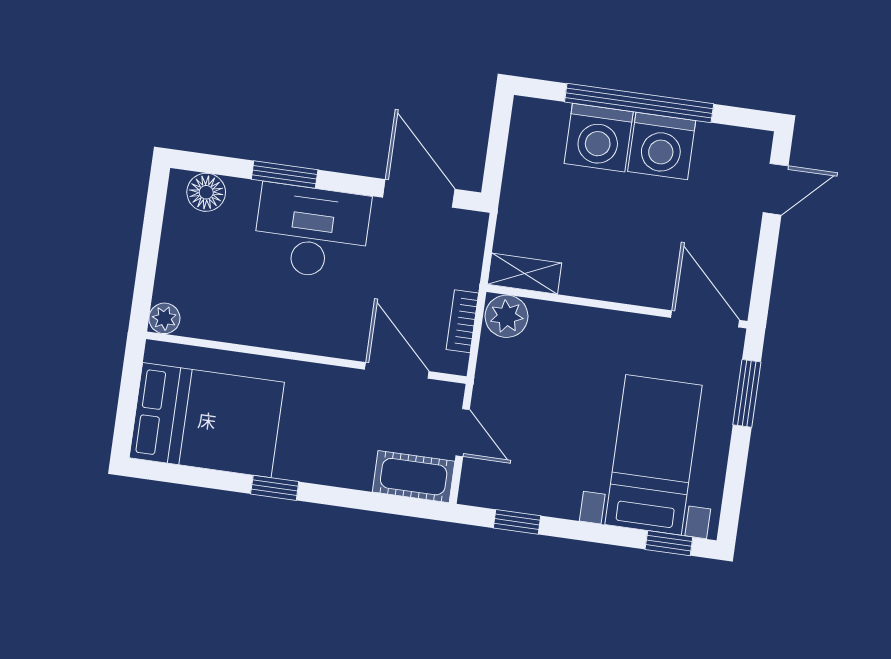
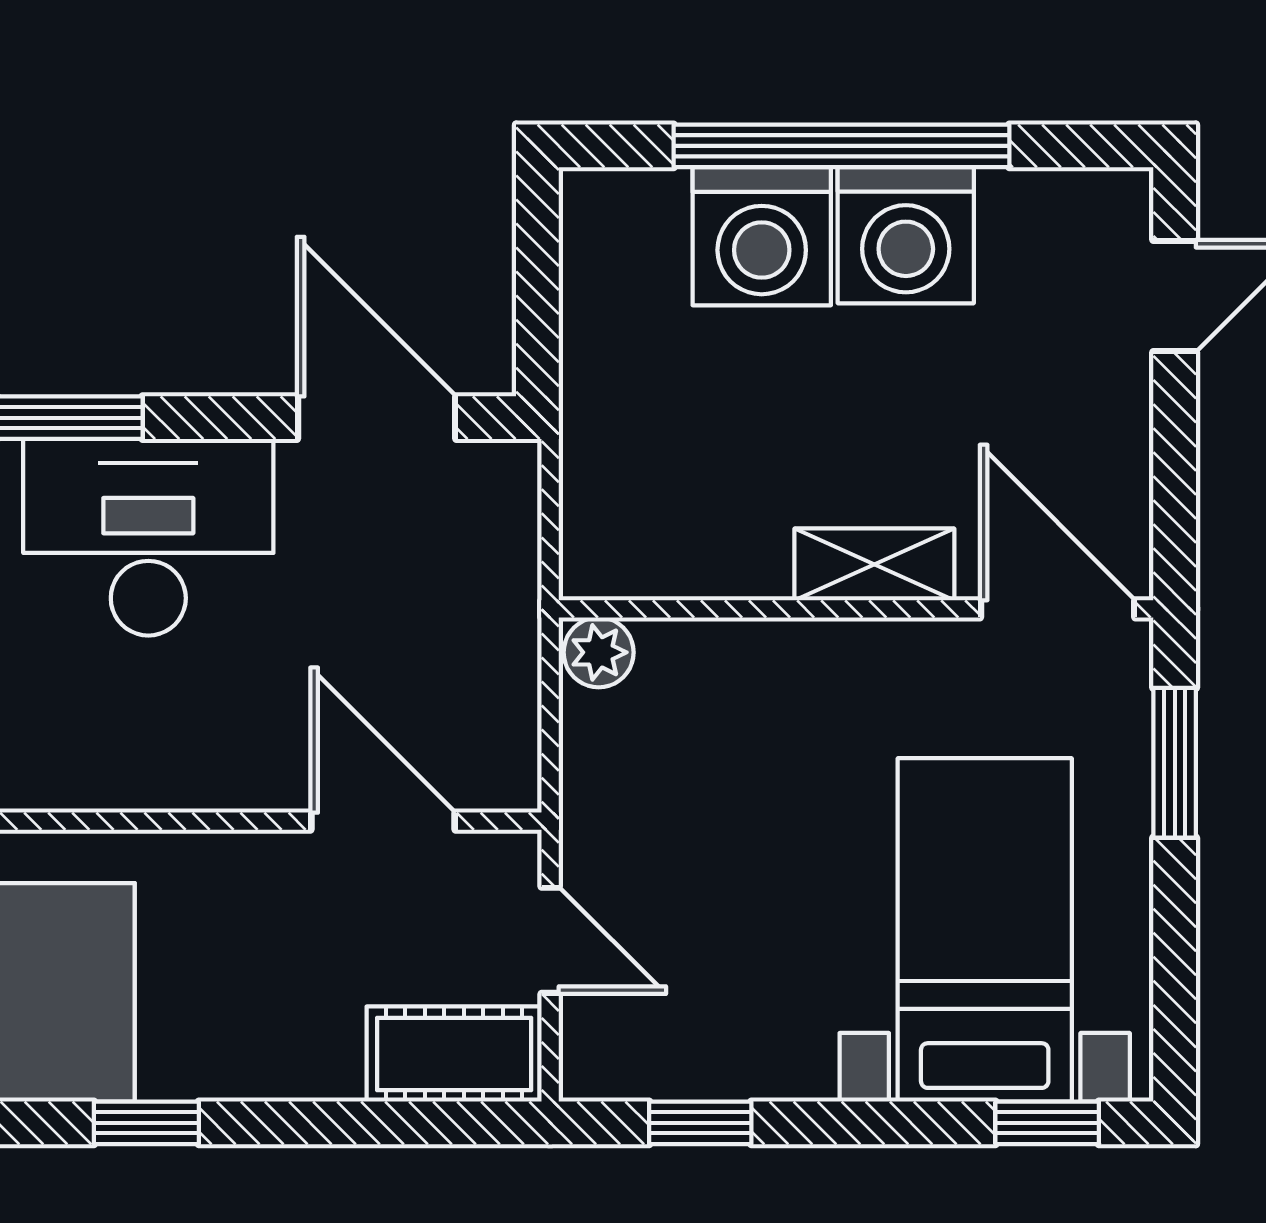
shelving: (524, 274) -> (874, 564), moved
plant: (507, 316) -> (599, 652), width x0.73, depth x0.73
bookcase: (462, 321) -> (514, 691), removed

